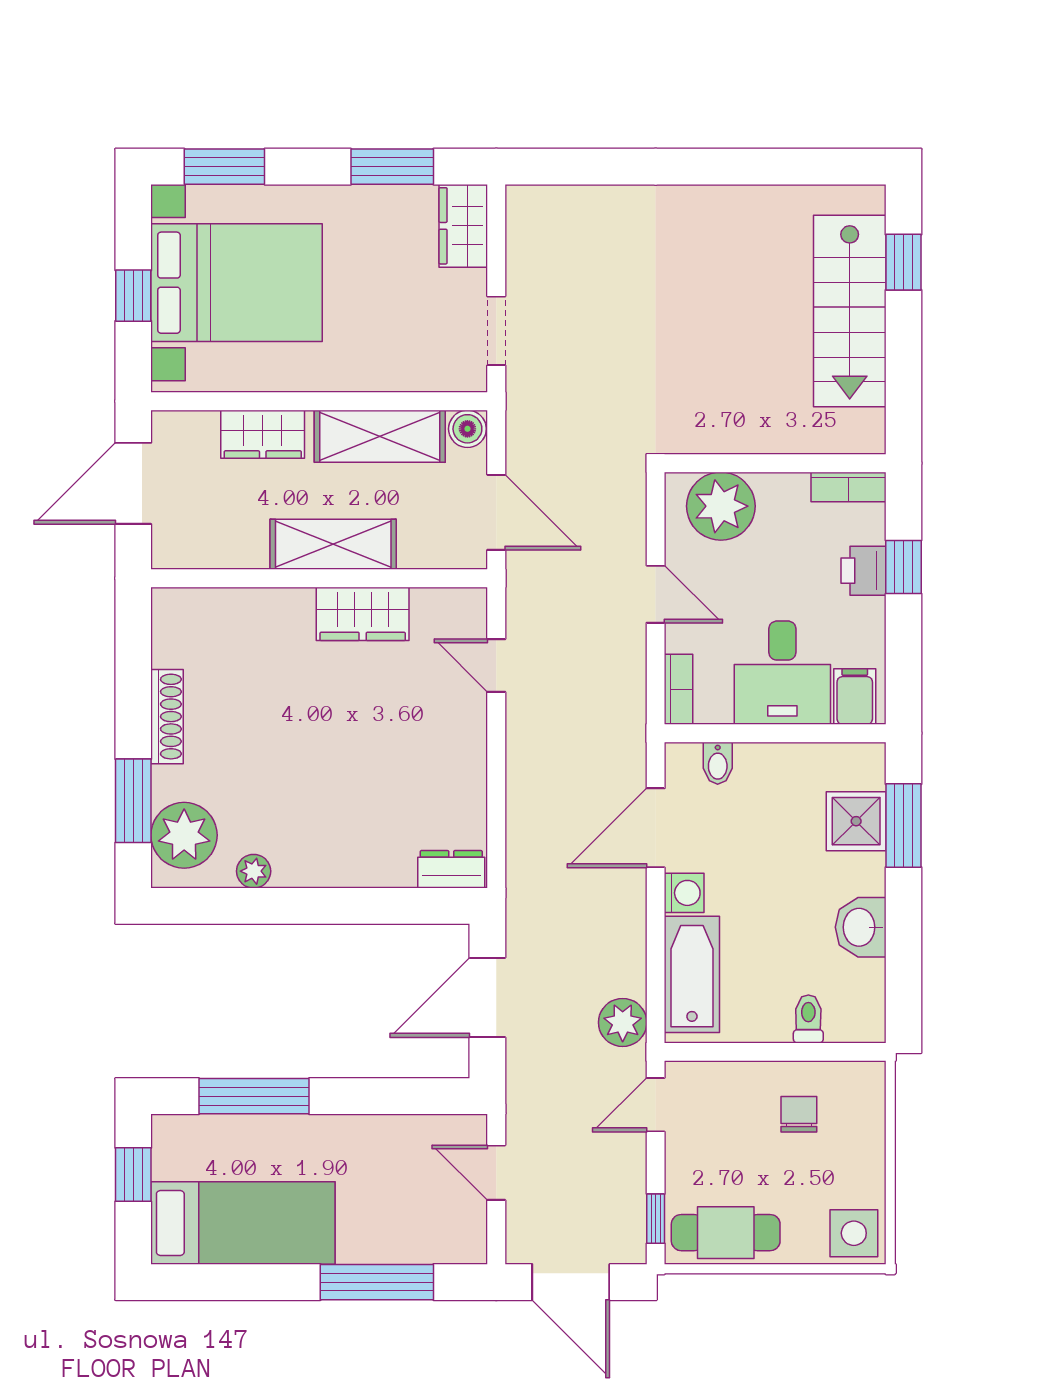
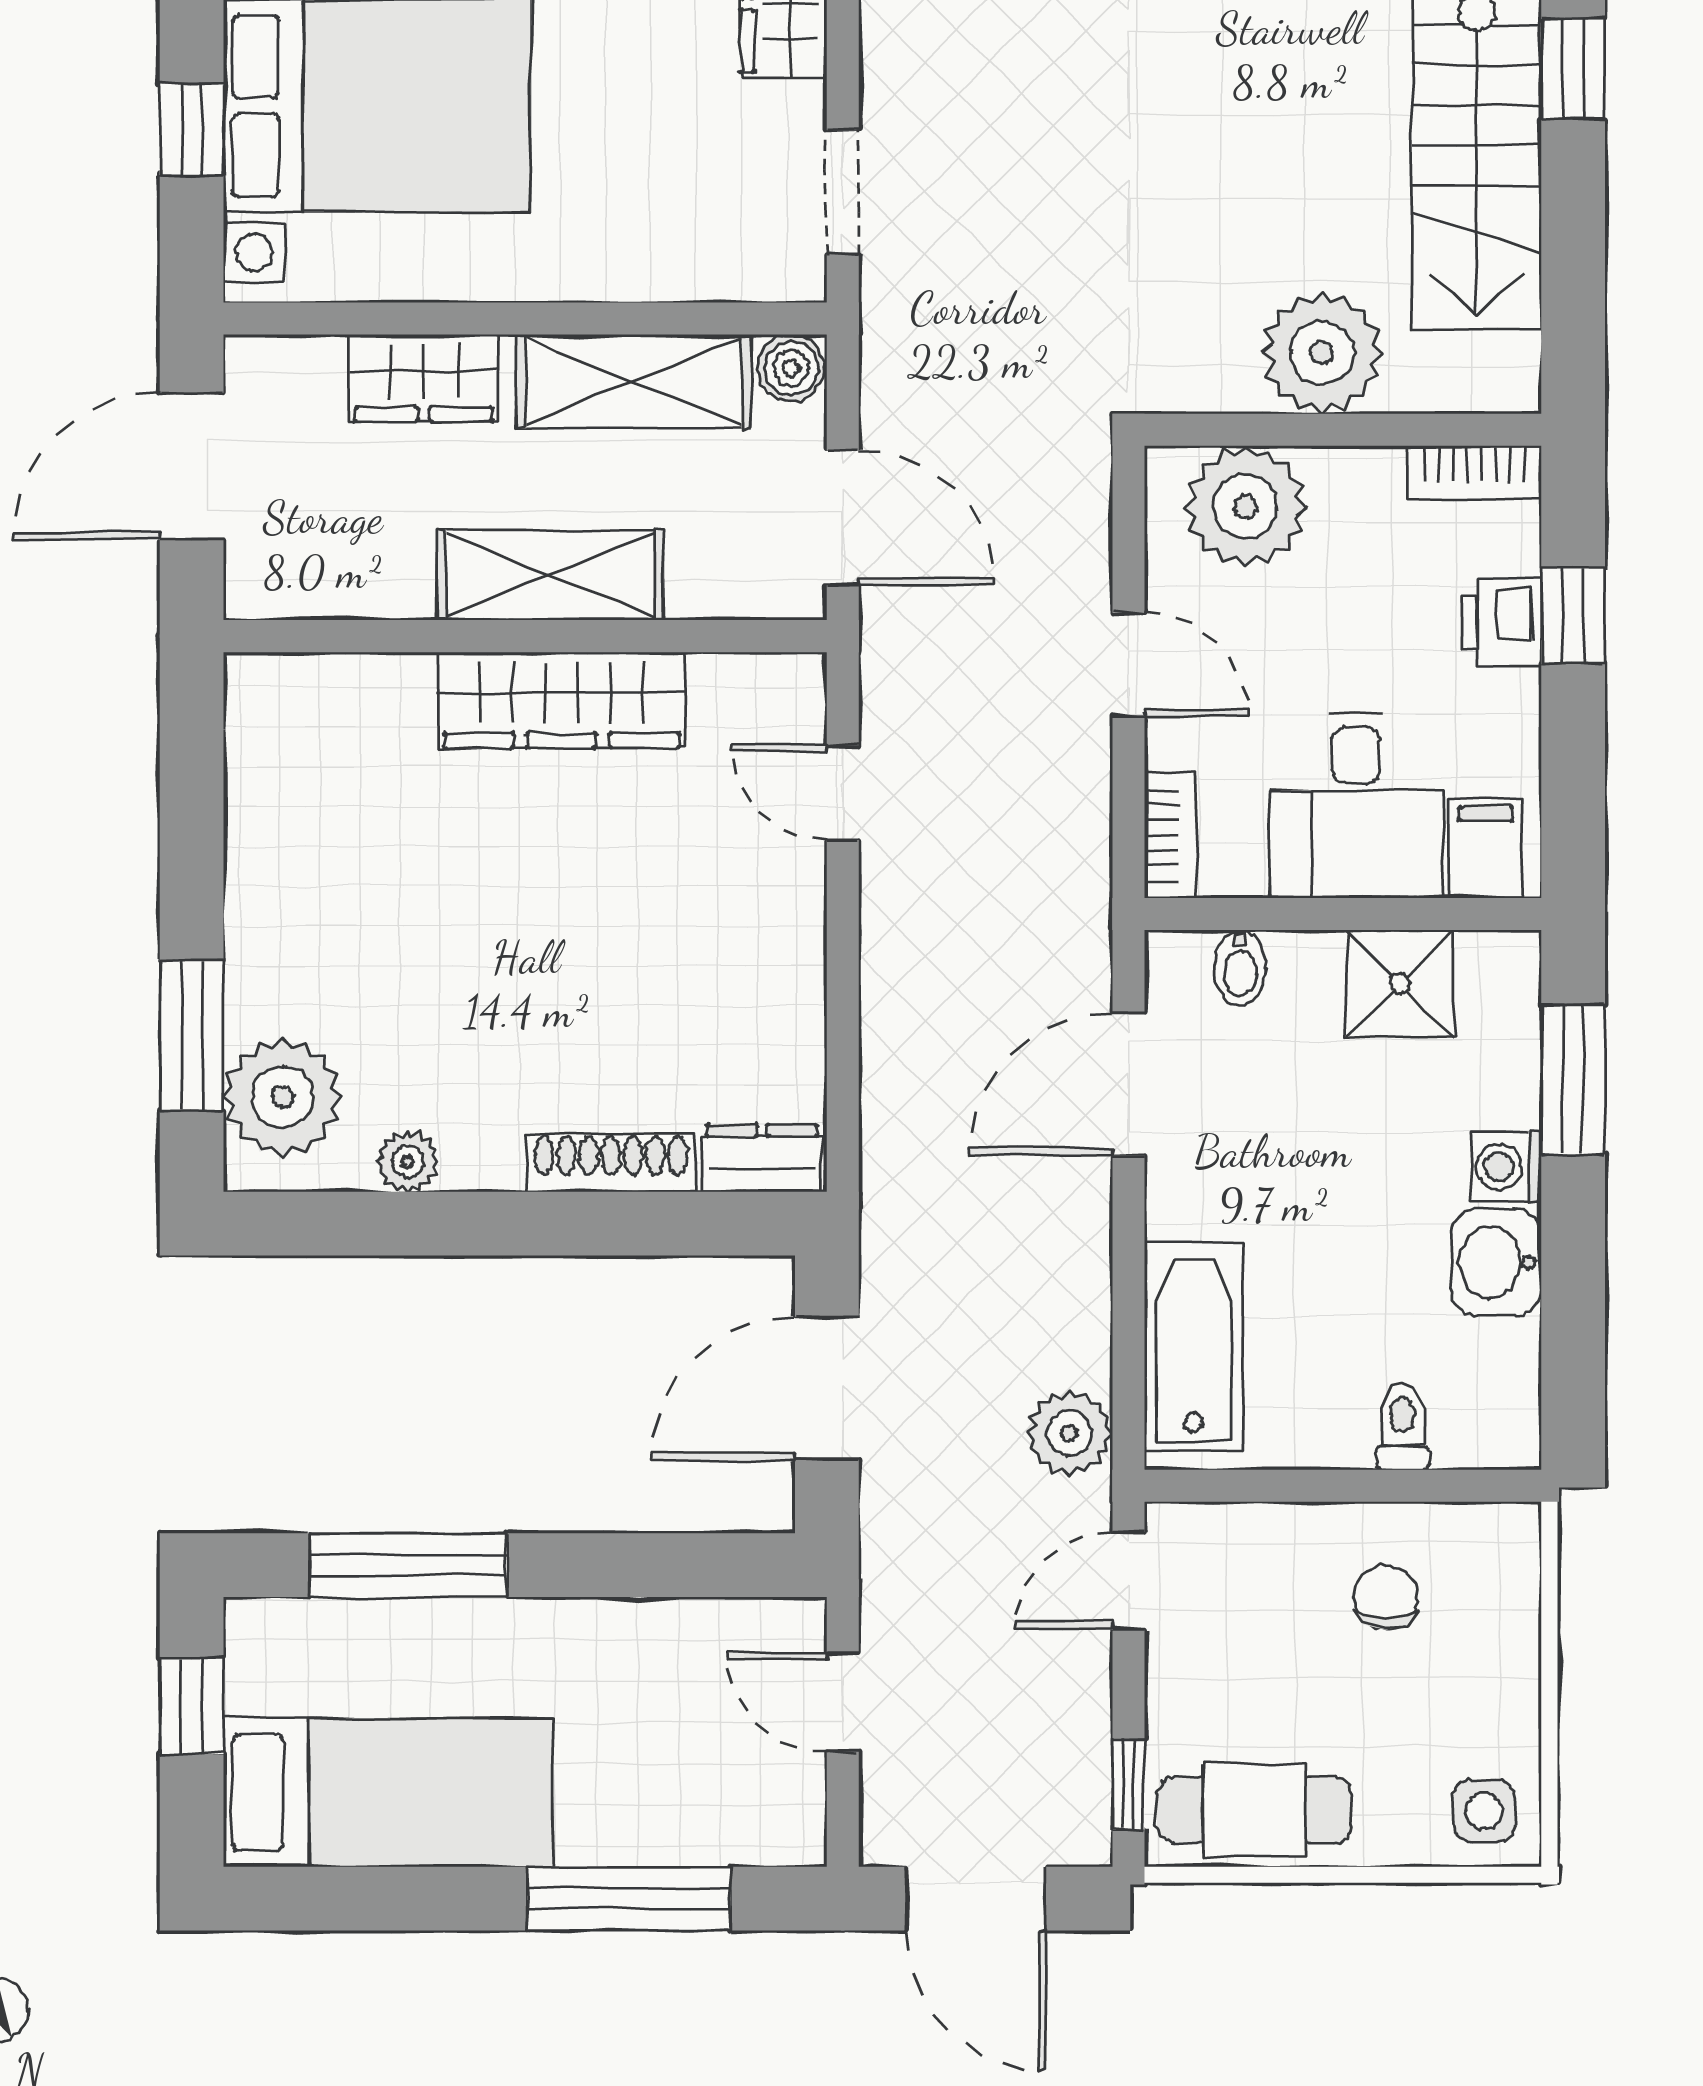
plant: (763, 420) -> (1322, 353), added
wardrobe: (363, 614) -> (562, 700), width x1.50
shoe rack: (167, 717) -> (611, 1163), moved, turned -90
shower: (856, 821) -> (1399, 983), moved
washing machine: (684, 893) -> (1506, 1167), moved, turned 180
side table: (854, 1233) -> (1484, 1811), width x0.73, depth x0.73

